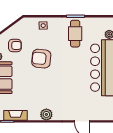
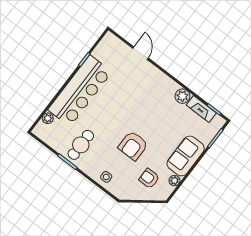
armchair: (41, 59) -> (133, 146), turned 84
plant: (46, 114) -> (182, 96), moved

